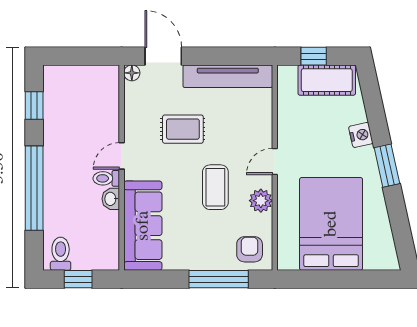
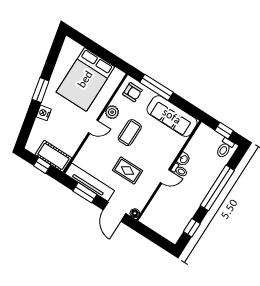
window: (225, 56) -> (85, 193), added
cot: (327, 80) -> (53, 156), moved
sofa: (143, 226) -> (172, 116), moved, turned -90
armchair: (250, 249) -> (132, 92), turned -90

